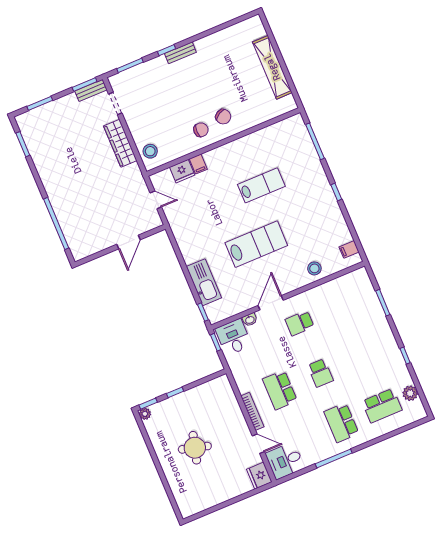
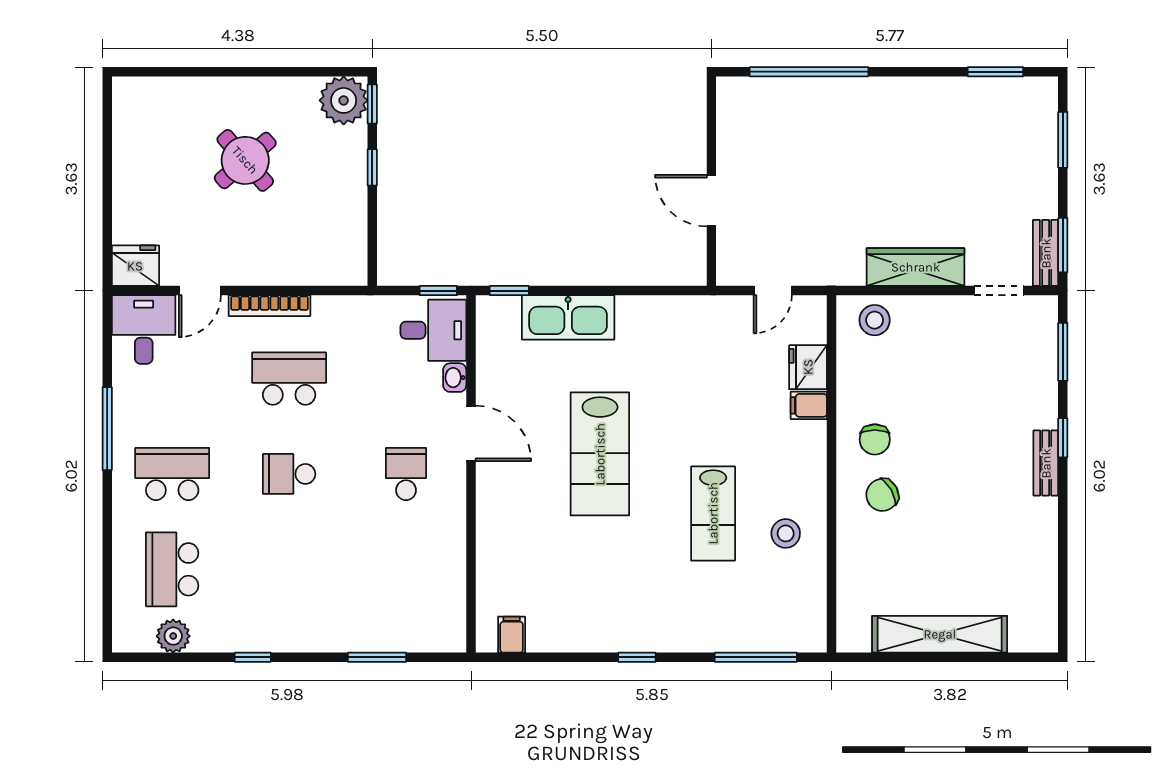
stool: (314, 268) -> (786, 533), moved
plant: (145, 414) -> (344, 100), width x1.88, depth x1.88
round table: (195, 448) -> (245, 160), turned 34

